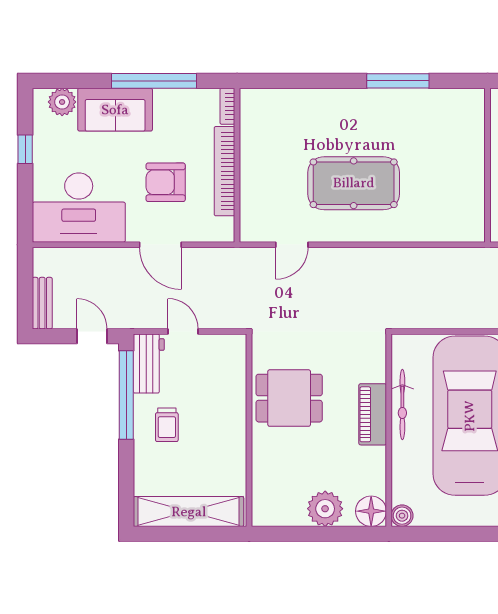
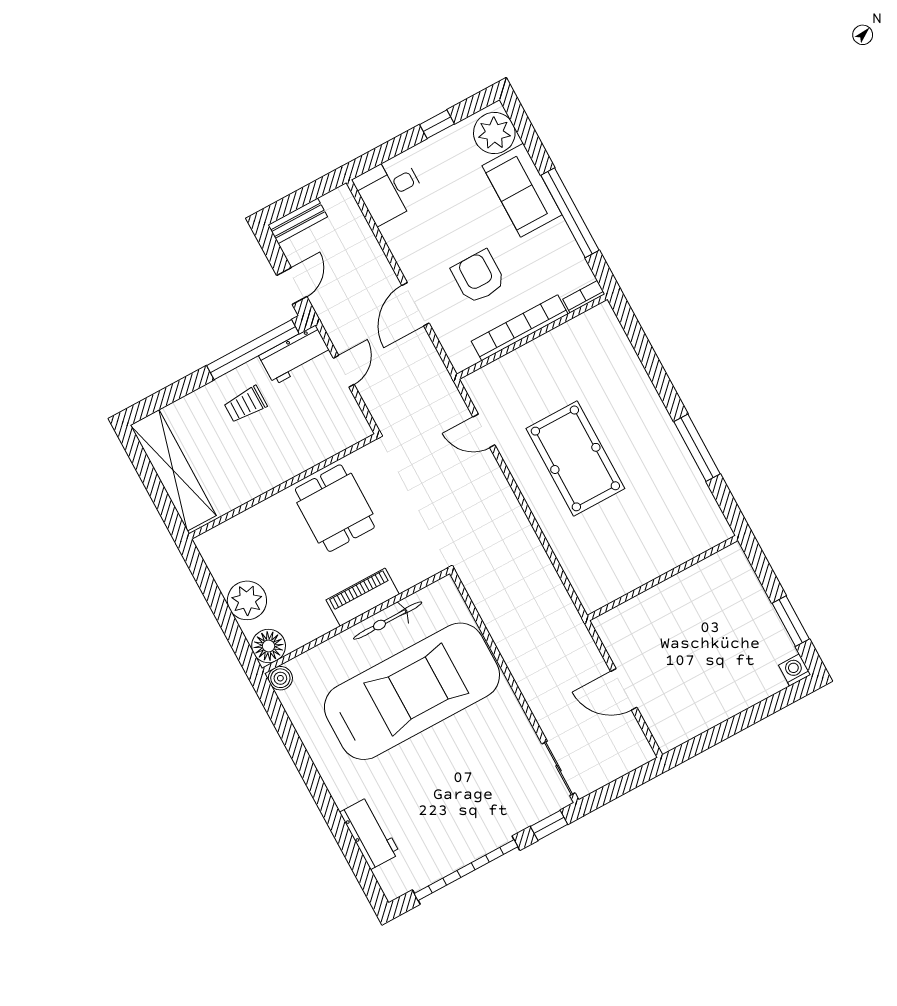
plant: (62, 102) -> (494, 133), width x1.36, depth x1.36
desk: (79, 208) -> (390, 190), width x0.53, depth x0.77

